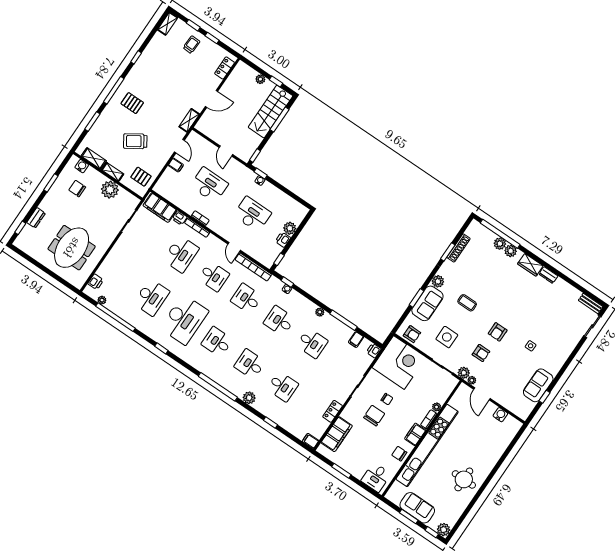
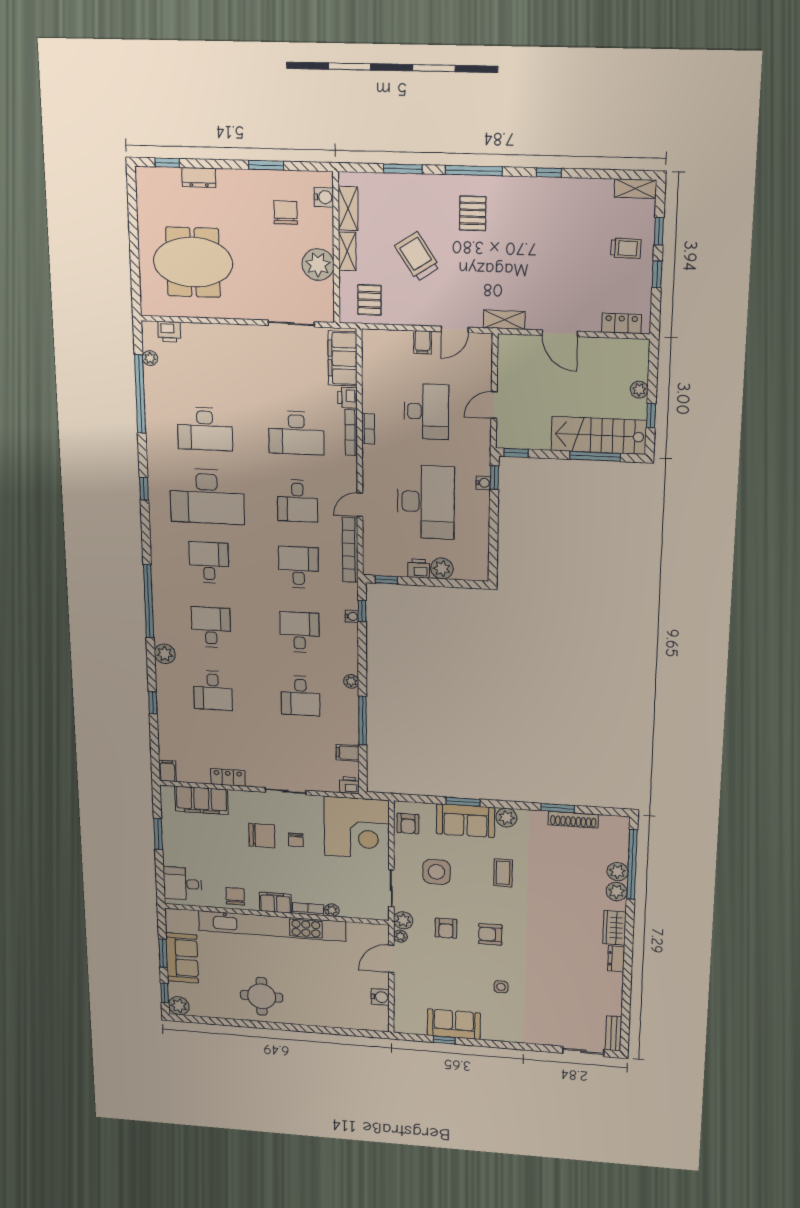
desk: (252, 214) -> (426, 502), width x1.36, depth x1.30

